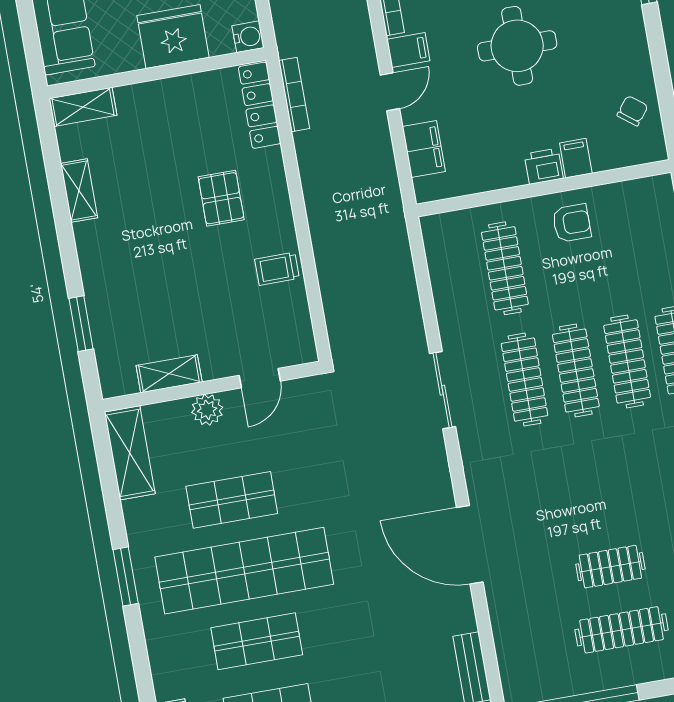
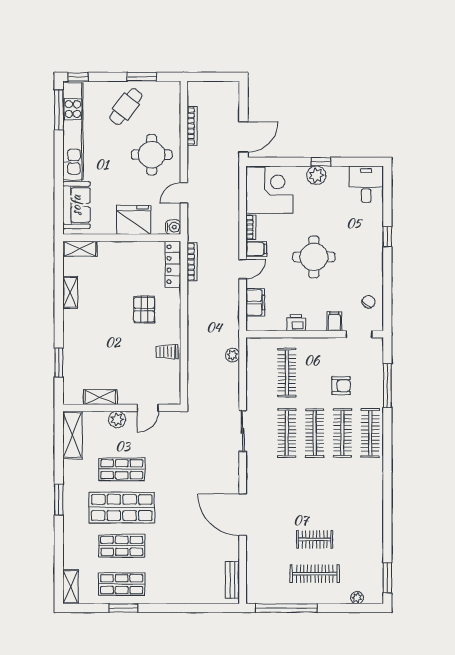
printer: (544, 166) -> (296, 323), moved
doorway: (626, 174) -> (359, 334), added
armchair: (572, 223) -> (341, 386), moved
plant: (399, 253) -> (232, 355), added
shop shelf: (244, 571) -> (122, 508), width x0.71

